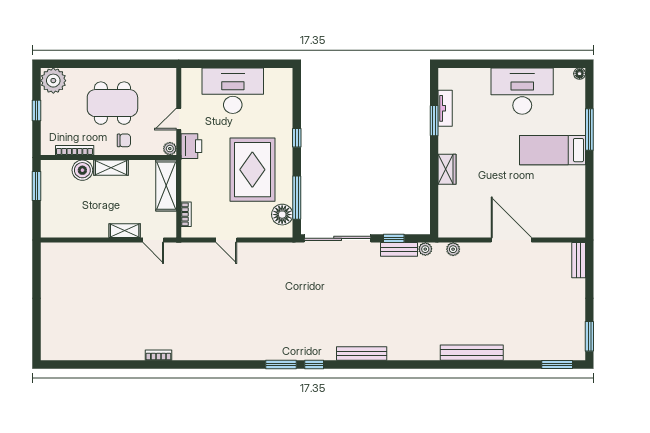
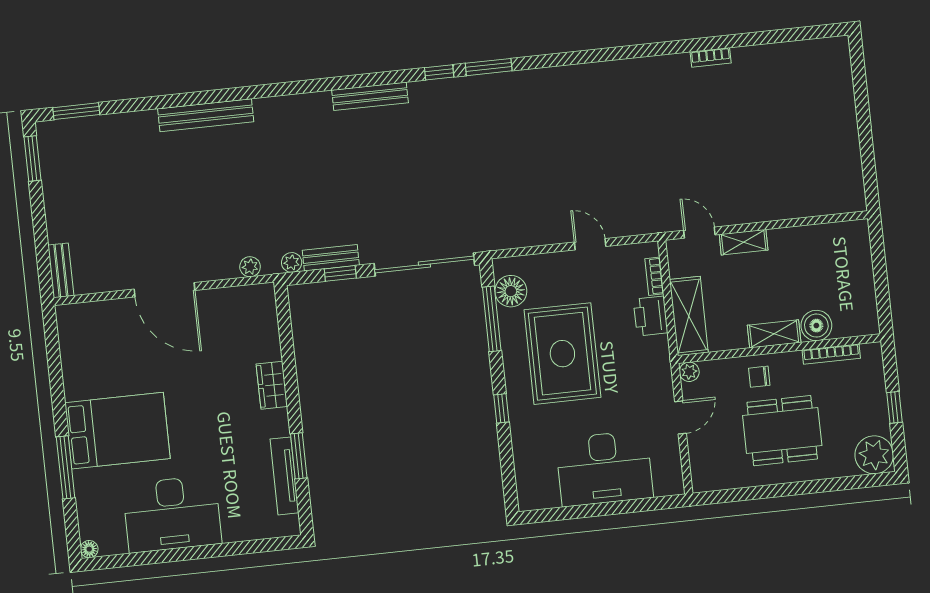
tv unit: (445, 108) -> (284, 476), width x1.41
printer: (191, 146) -> (651, 316), moved
bed: (552, 150) -> (117, 431), width x1.50
window: (37, 186) -> (882, 295), removed
bookcase: (158, 355) -> (711, 57), moved

